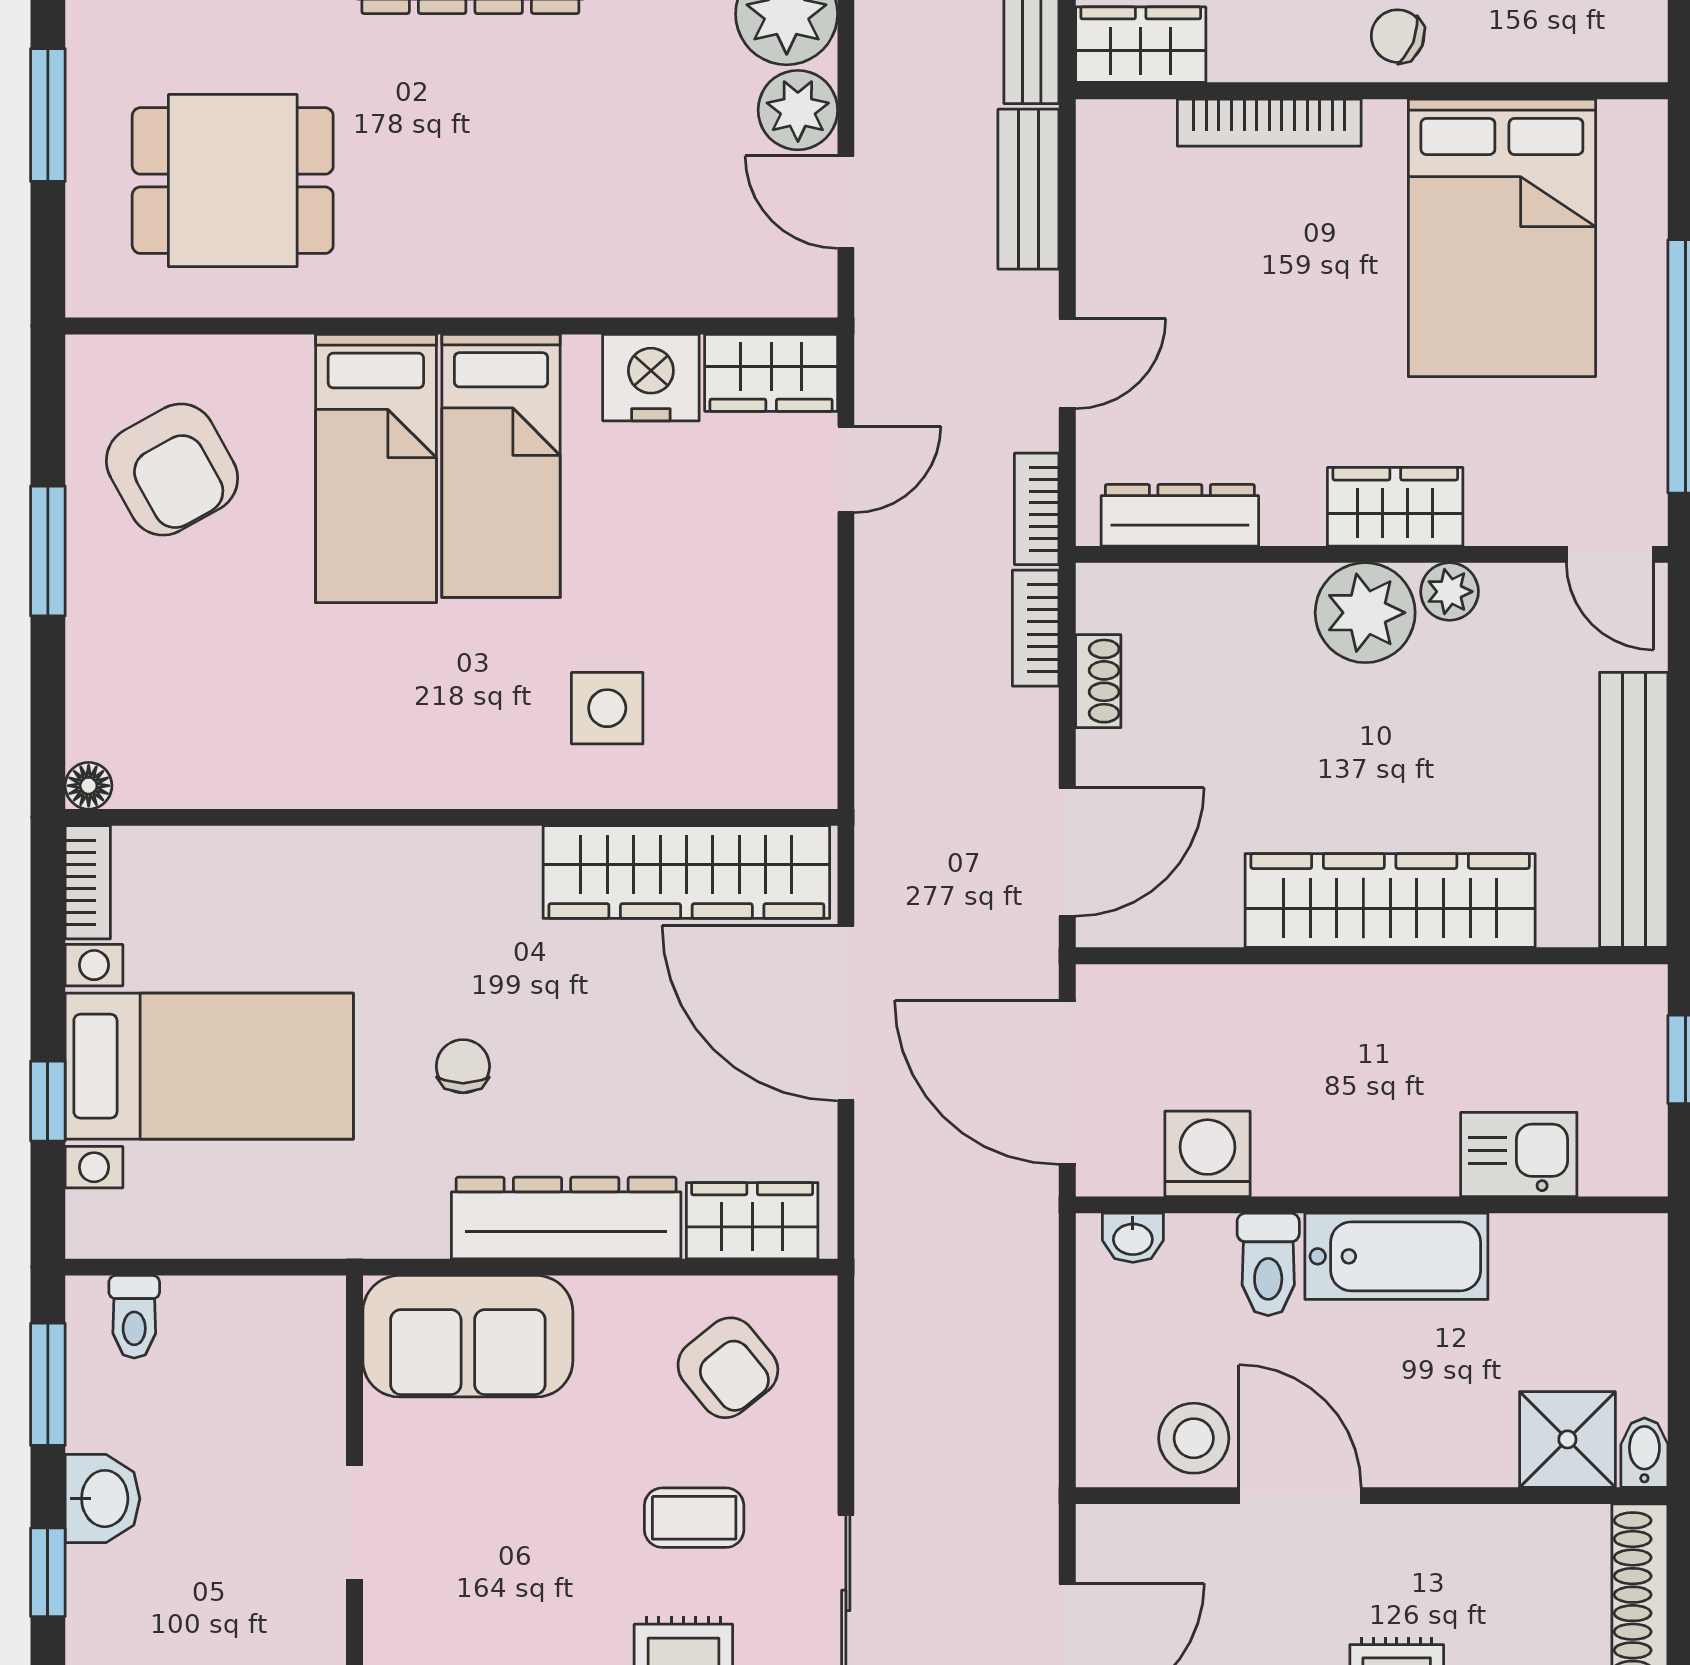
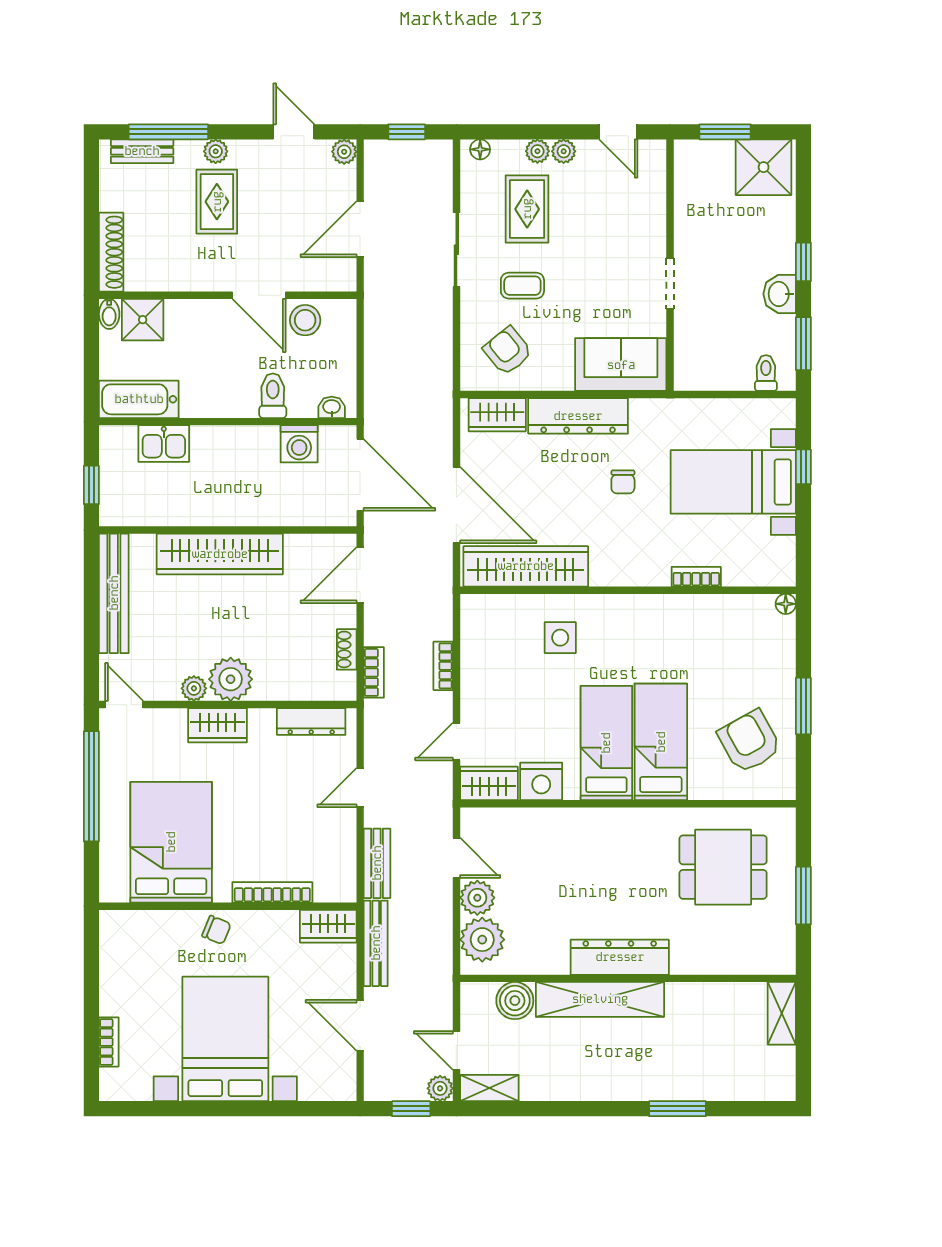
bookcase: (1037, 509) -> (443, 666), moved, turned 180
bookcase: (88, 882) -> (696, 577), moved, turned 90
bathtub: (1396, 1256) -> (139, 399), moved

